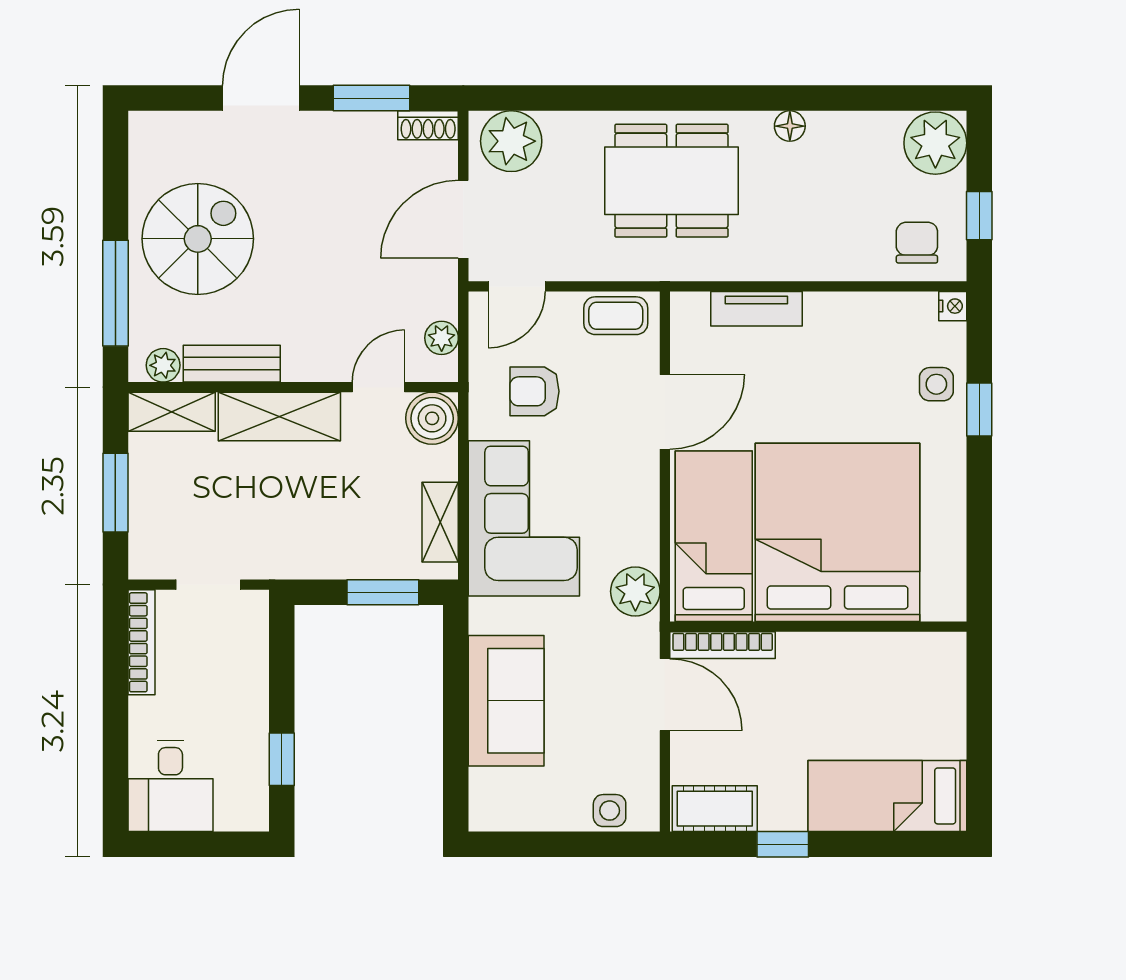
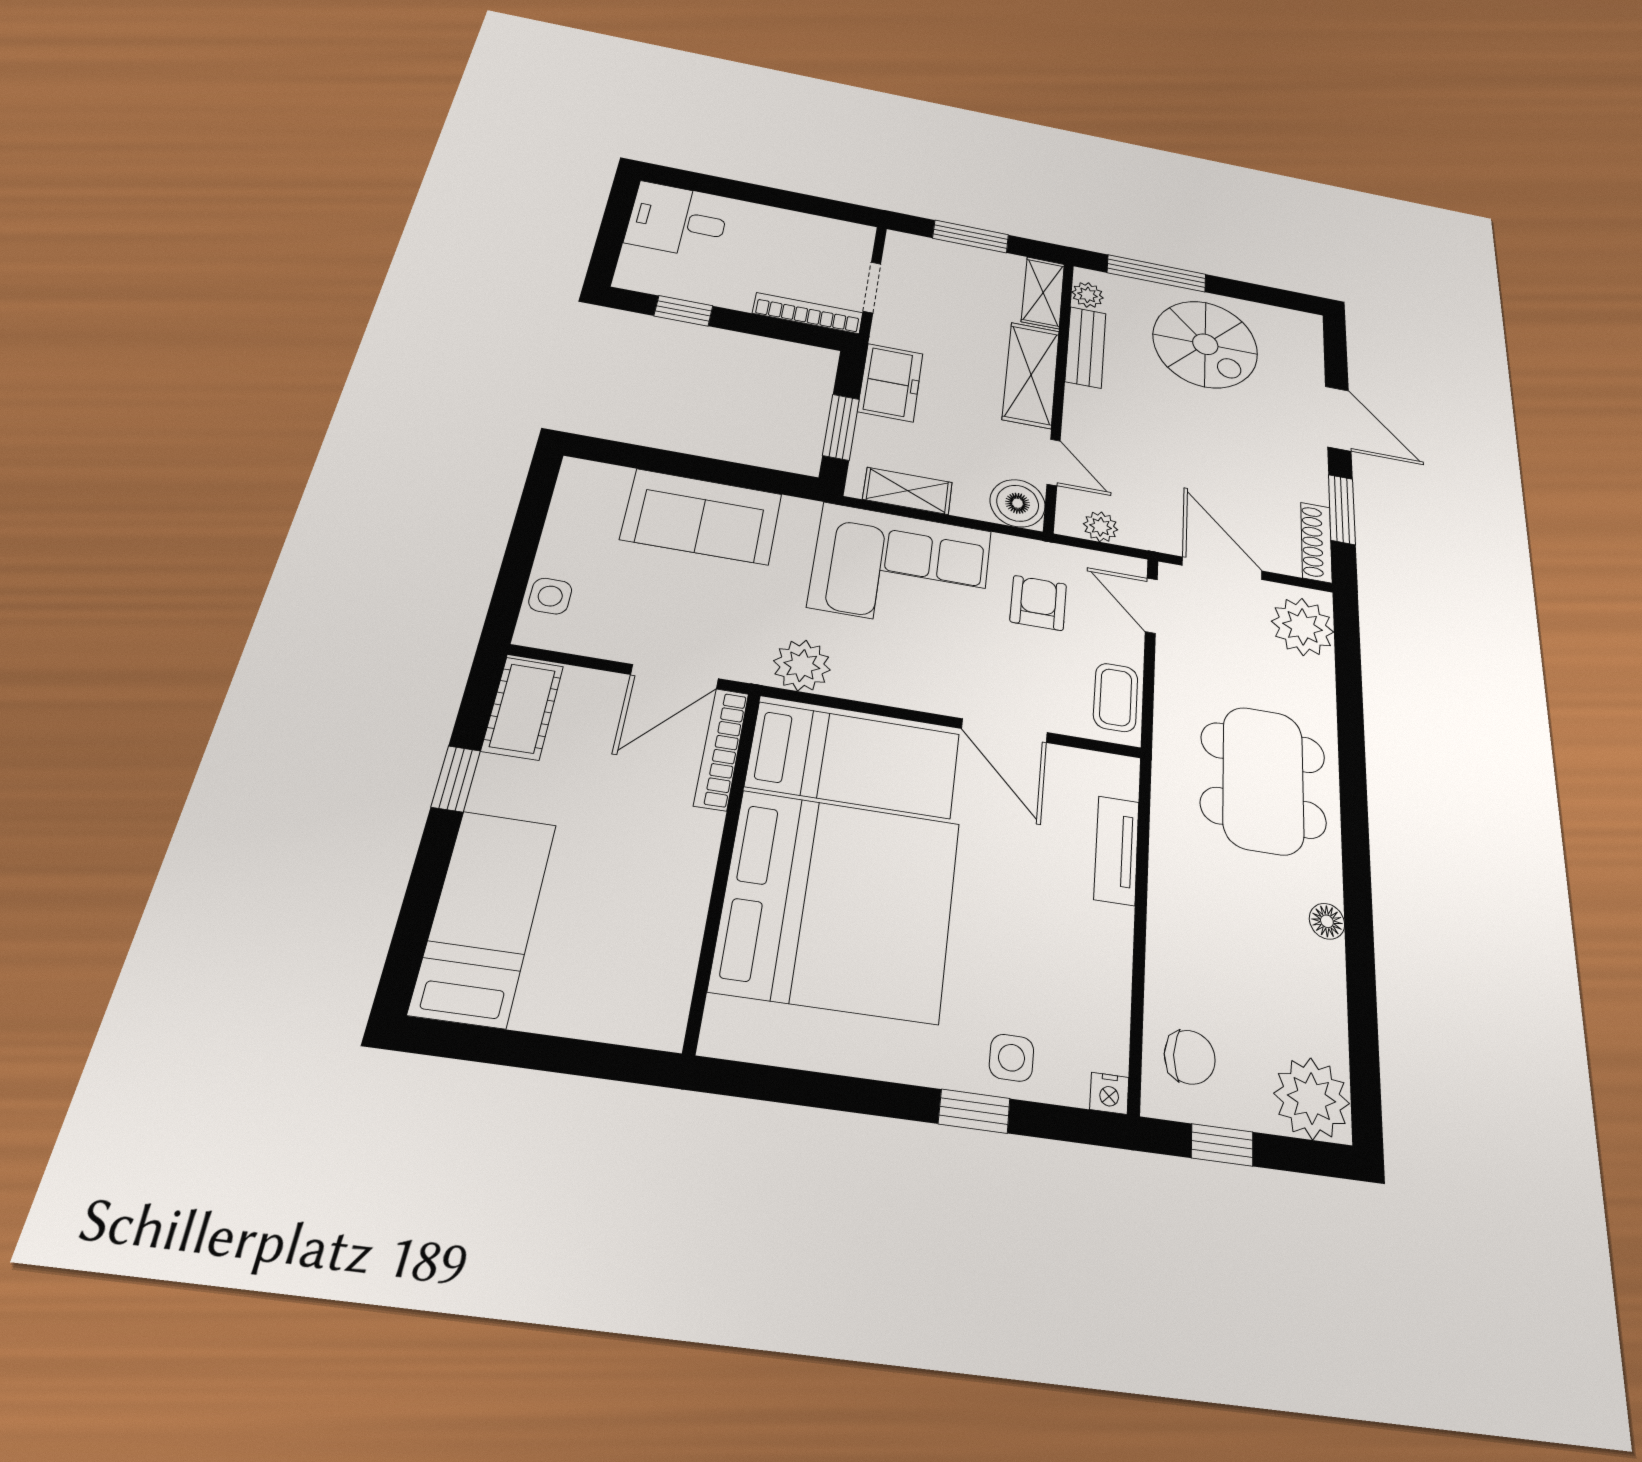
shoe rack: (428, 125) -> (1316, 542), width x1.43
freezer: (321, 553) -> (890, 382), added
bookcase: (142, 642) -> (808, 313), moved, turned 180

